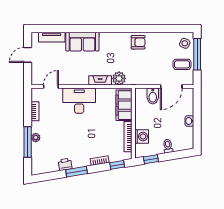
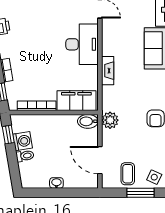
window: (197, 54) -> (140, 193), width x0.69
plant: (119, 78) -> (110, 120), moved
bidet: (153, 96) -> (88, 121), moved
washing machine: (142, 136) -> (22, 141), moved, turned -99

